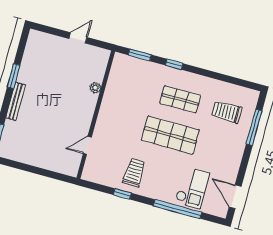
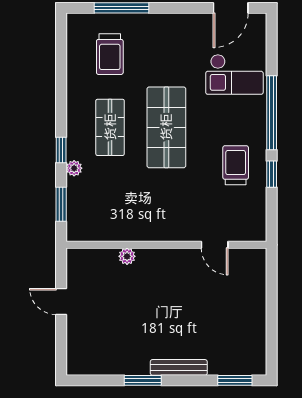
plant: (160, 69) -> (74, 168), added
trolley: (134, 173) -> (236, 165), turned 88
checkout: (192, 188) -> (234, 74), turned 180
window: (178, 209) -> (272, 113), moved

